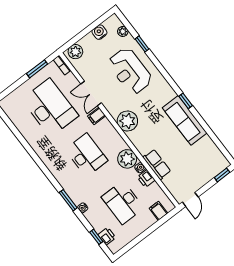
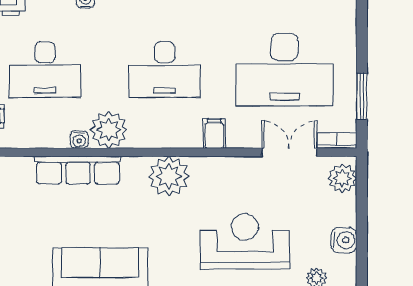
double door: (91, 93) -> (289, 152), moved
row of seats: (157, 164) -> (78, 170), width x1.48
printer: (146, 179) -> (54, 136), removed
desk: (123, 203) -> (45, 70), turned 180

